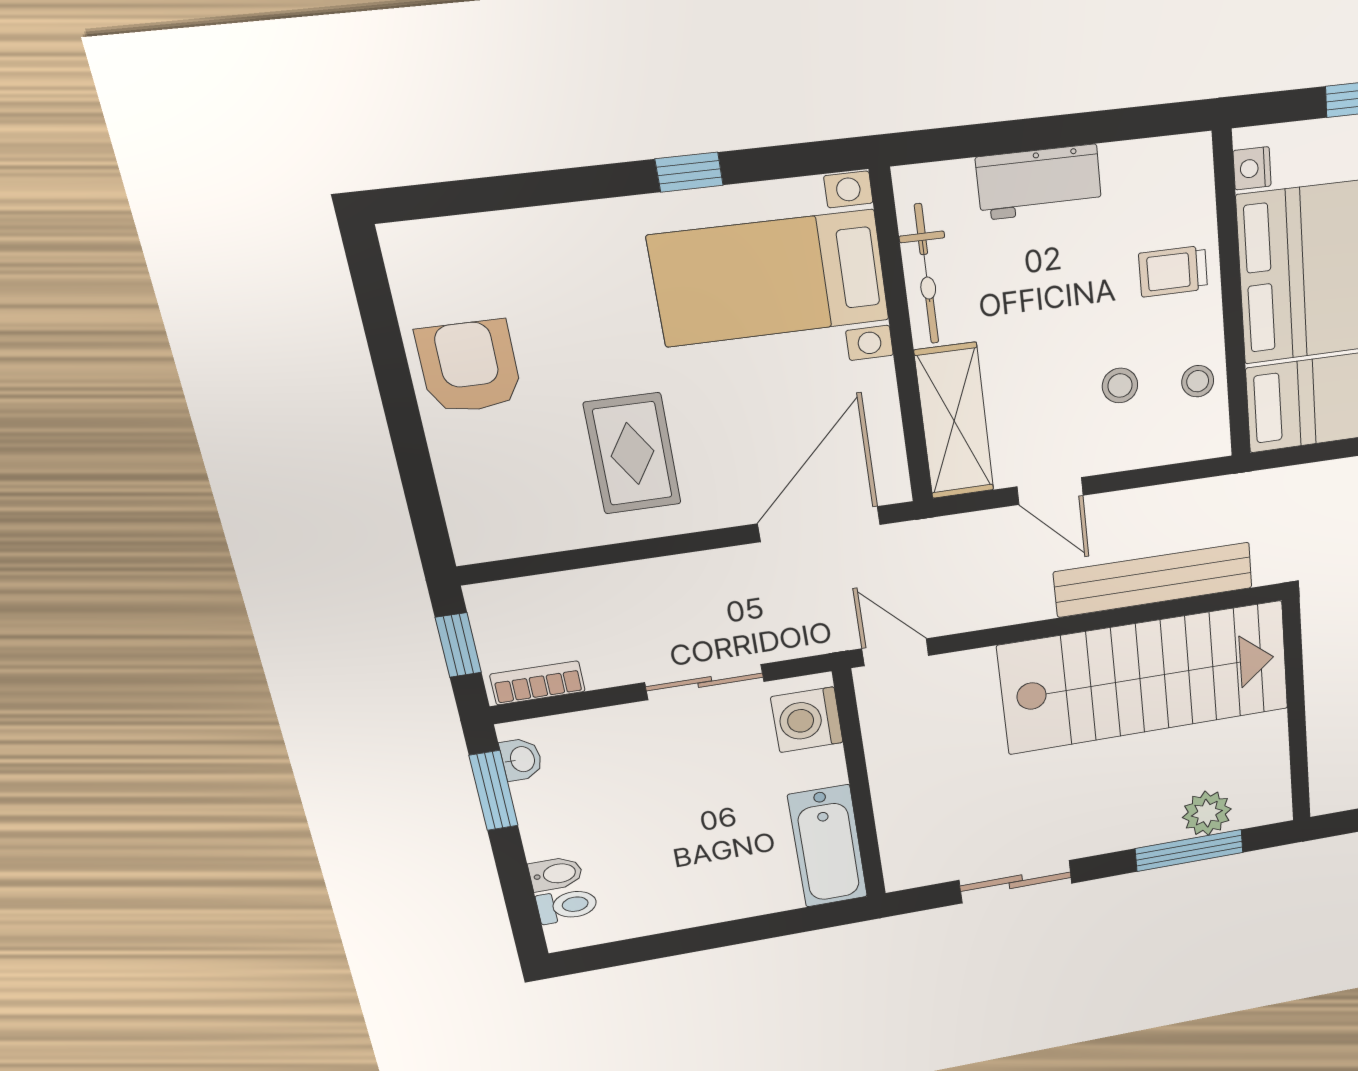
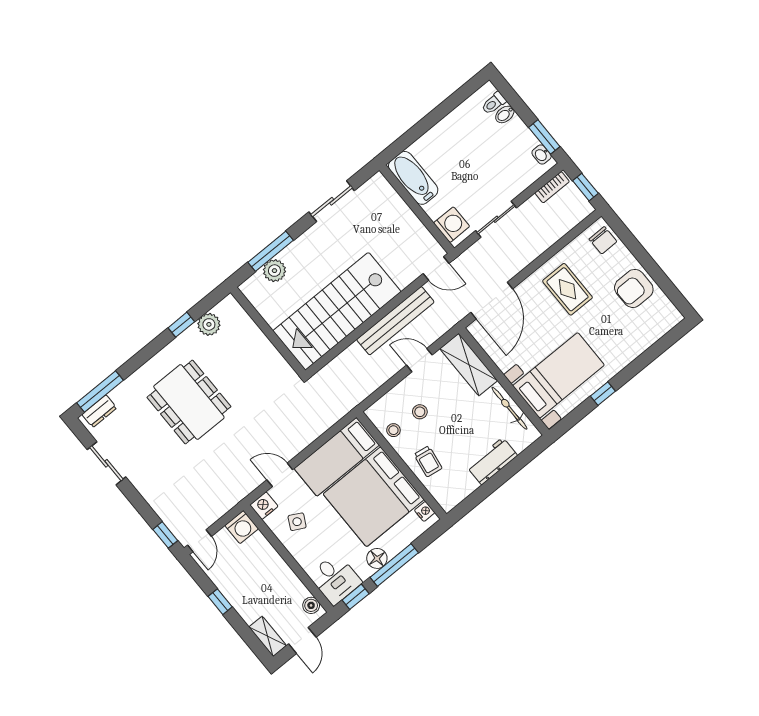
trolley: (1173, 271) -> (428, 461), turned 99
armchair: (469, 367) -> (634, 288), turned 90
chair: (483, 513) -> (603, 240), added
bench: (1154, 580) -> (395, 321), moved

